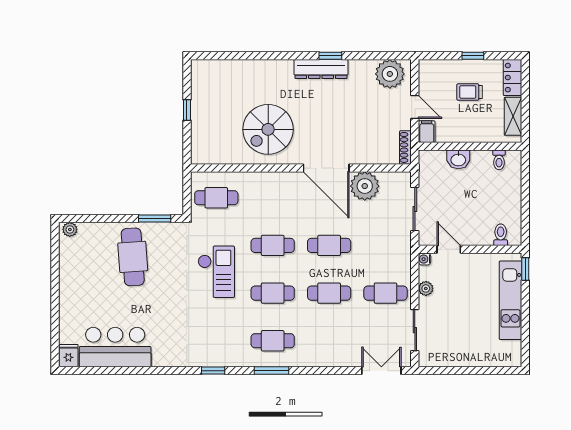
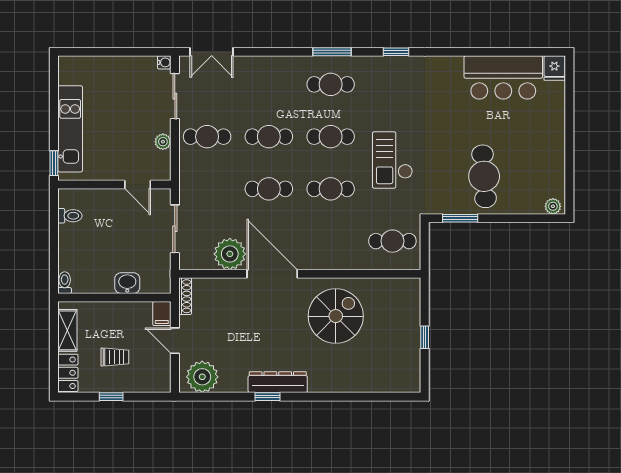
toilet: (499, 160) -> (65, 283), moved
toilet: (501, 235) -> (70, 216), moved, turned -90
water cooler: (425, 259) -> (164, 62), moved

